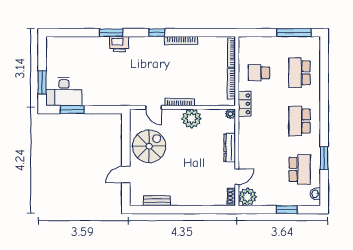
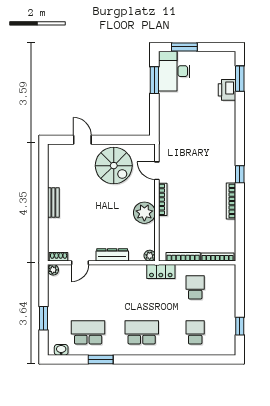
window: (111, 33) -> (240, 79), moved
window: (294, 33) -> (240, 326), width x0.46
printer: (119, 44) -> (227, 90), moved
school desk: (300, 73) -> (195, 332), width x0.54
door: (154, 107) -> (157, 171), hinge flipped
school desk: (300, 169) -> (88, 332), turned 180
door: (237, 177) -> (80, 263), hinge flipped
plant: (247, 197) -> (53, 270), width x0.53, depth x0.53
bench: (157, 201) -> (53, 203), moved

